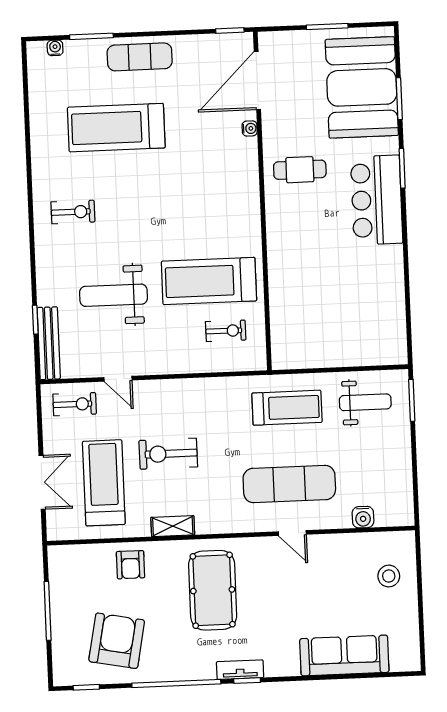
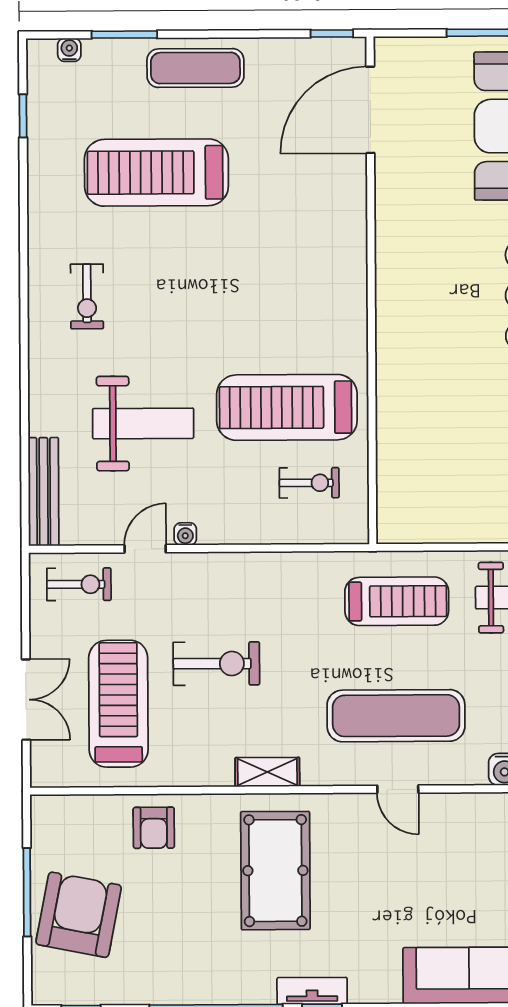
water cooler: (250, 128) -> (185, 534), moved, turned 90
cafe table: (300, 170) -> (429, 246), removed
exercise bike: (73, 212) -> (87, 296), turned 90
weight bench: (113, 295) -> (143, 423), turned 180
window: (35, 320) -> (23, 116), moved
door: (118, 379) -> (145, 549), swing flipped
exercise bike: (168, 454) -> (216, 664), turned 180
shelving: (173, 526) -> (267, 772), moved
armchair: (117, 641) -> (79, 915), moved

